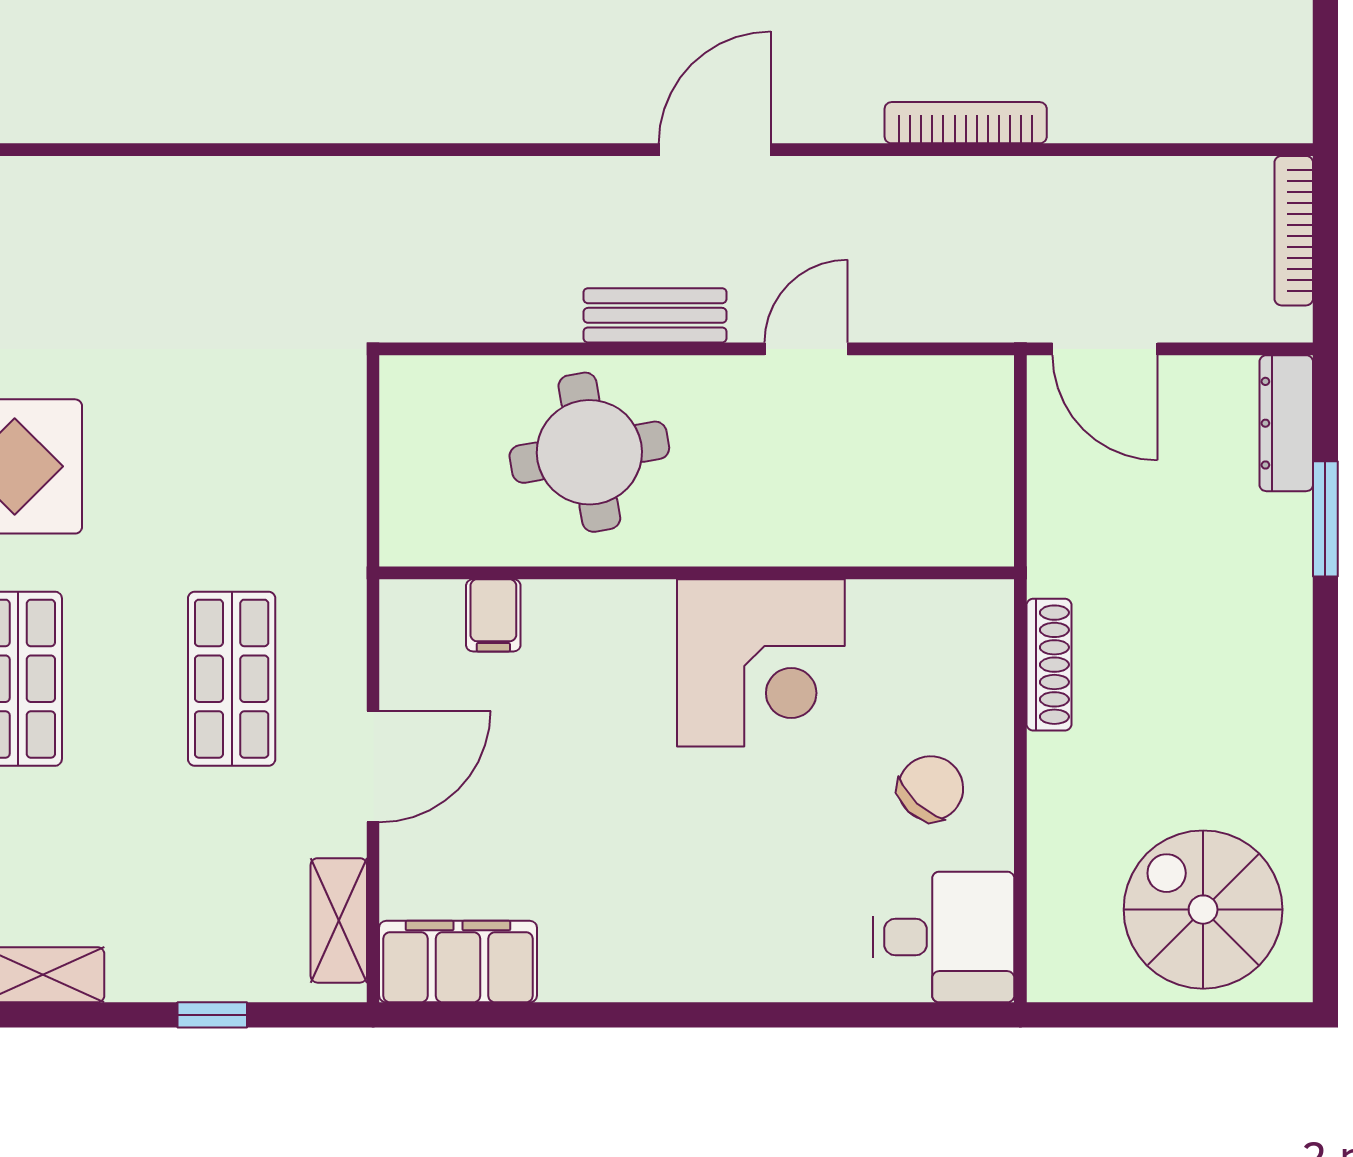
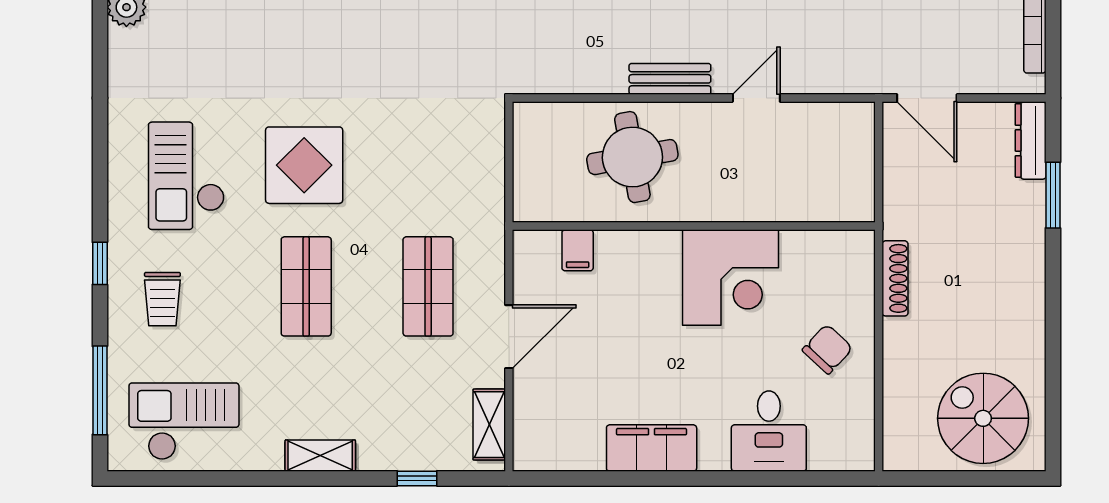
desk: (944, 937) -> (769, 431), moved, turned 90
filing cabinet: (458, 962) -> (652, 448), moved

